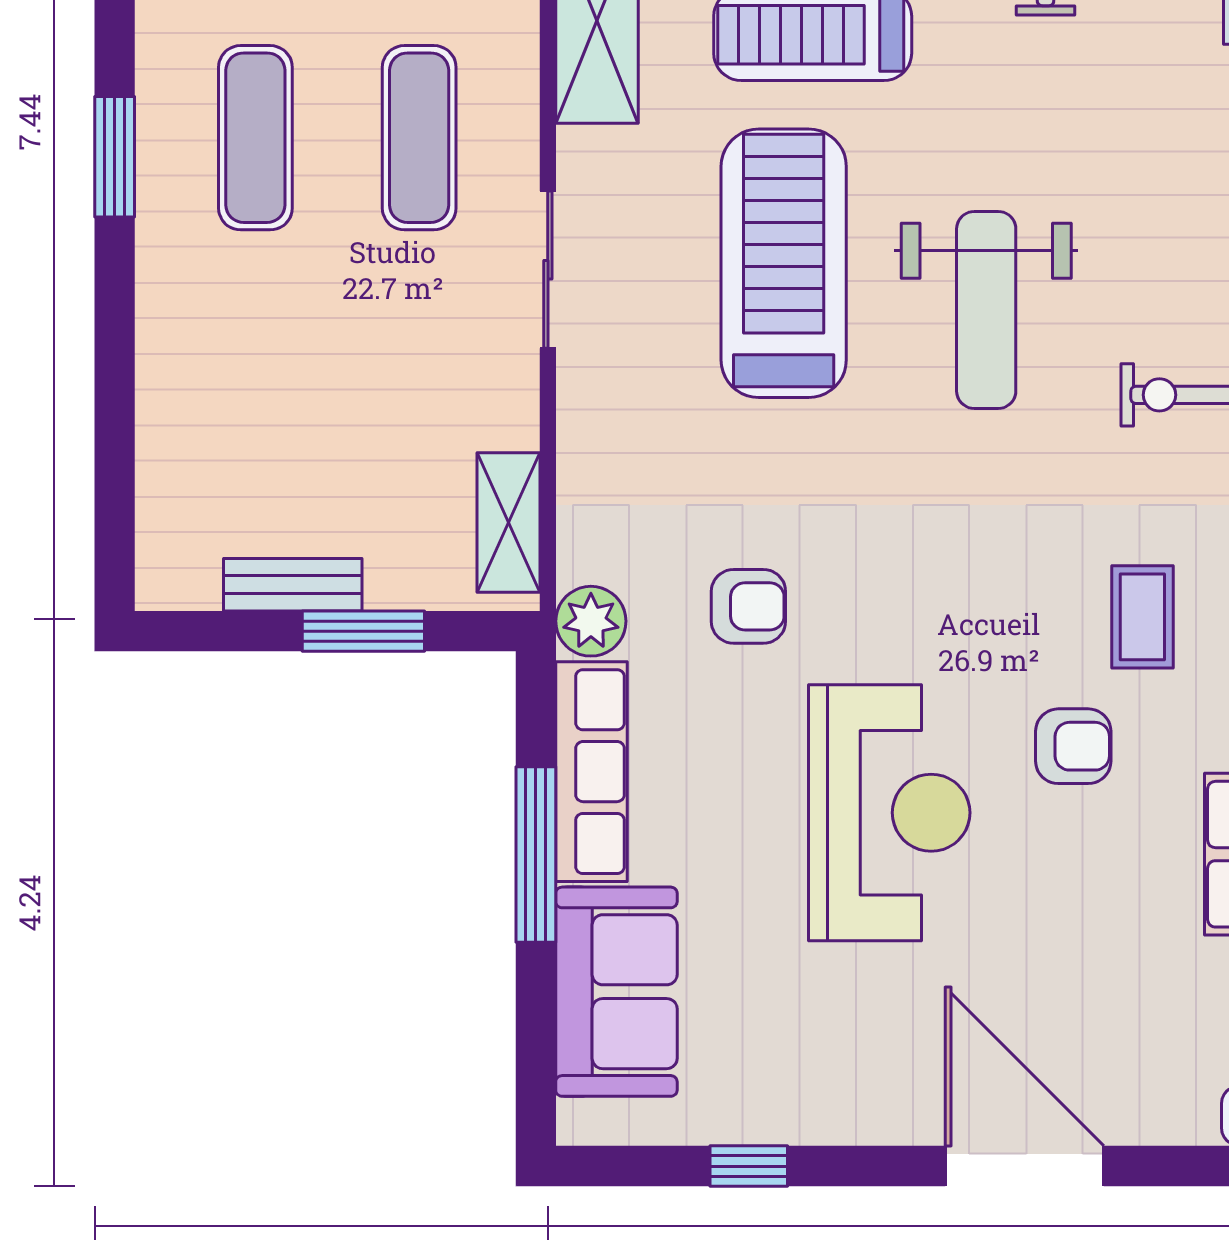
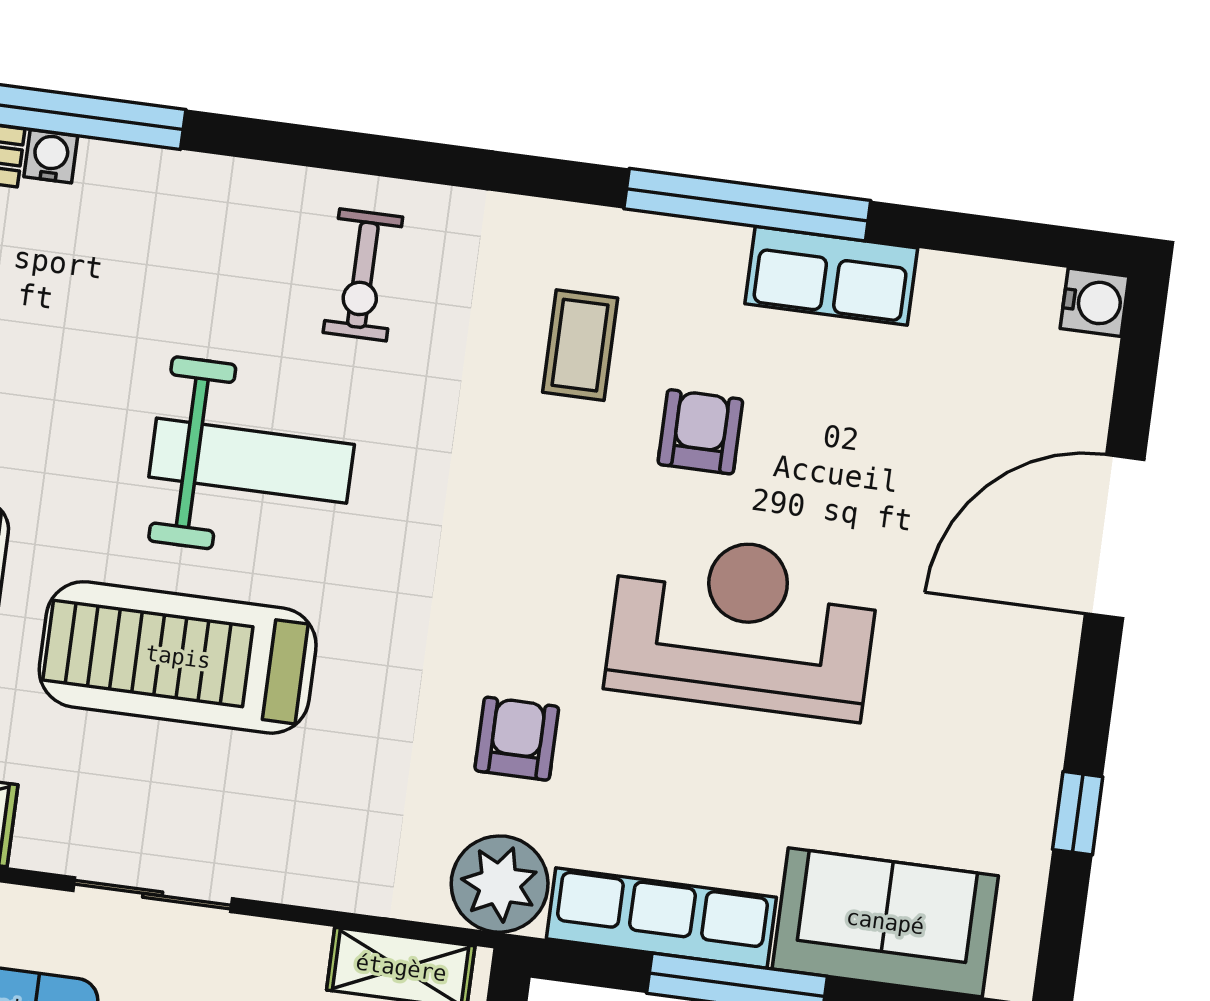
coffee table: (1142, 617) -> (580, 345), turned 90
plant: (591, 621) -> (500, 884), width x1.36, depth x1.36

